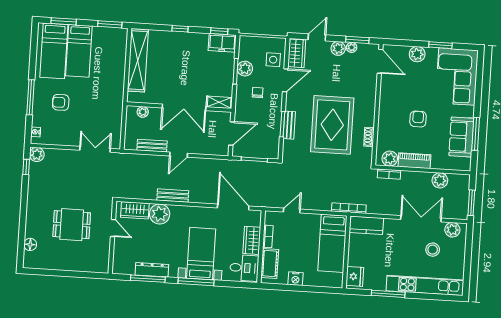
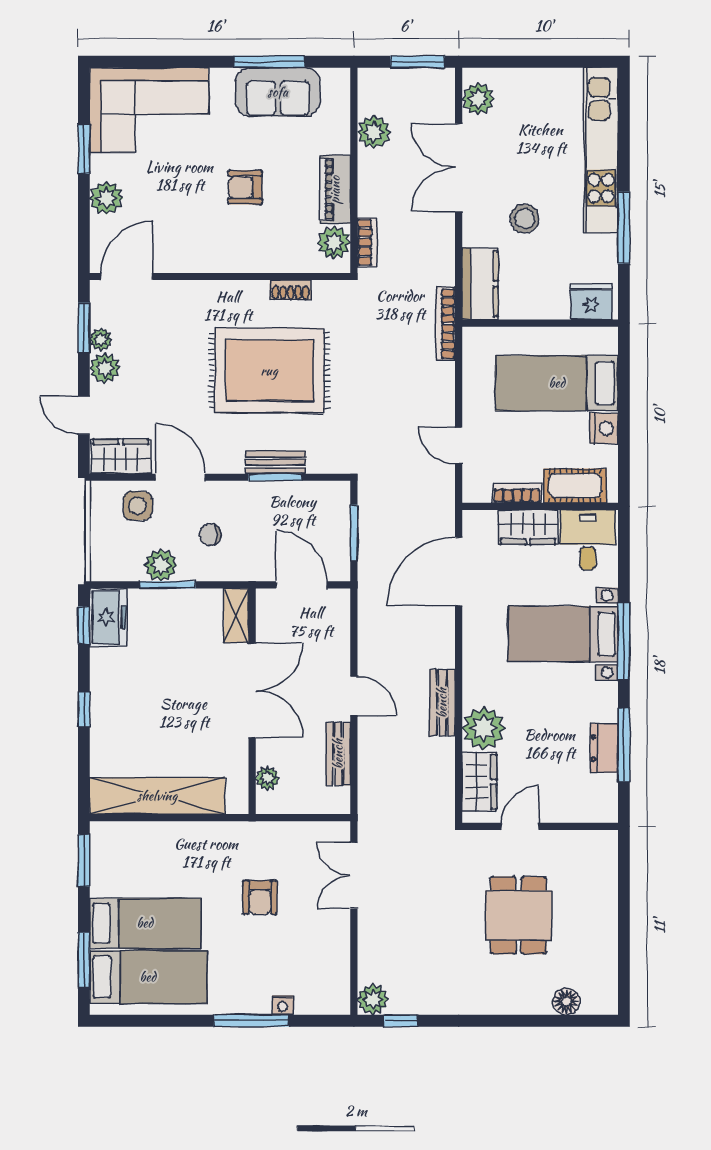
armchair: (61, 102) -> (260, 897), moved
nightstand: (36, 132) -> (283, 1005), moved
bed: (332, 243) -> (557, 383), moved, turned 180
stool: (433, 250) -> (525, 219), moved
dresser: (152, 270) -> (604, 748), width x0.70

